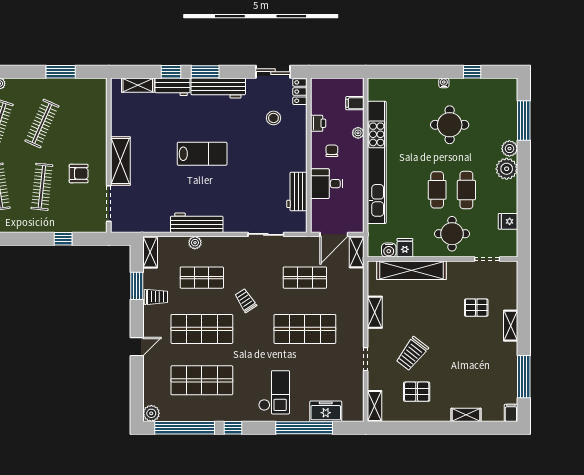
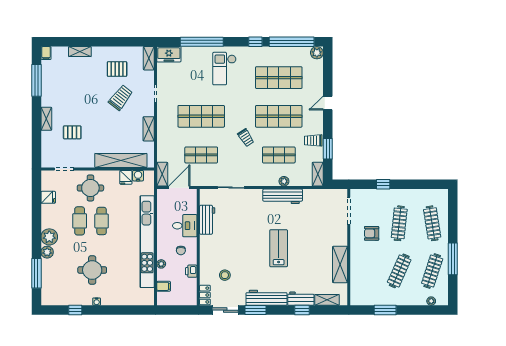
window: (205, 72) -> (256, 310), moved
lab bench: (202, 154) -> (279, 248), turned 90
shelving: (120, 161) -> (340, 264), moved
freezer: (326, 411) -> (169, 54), moved

